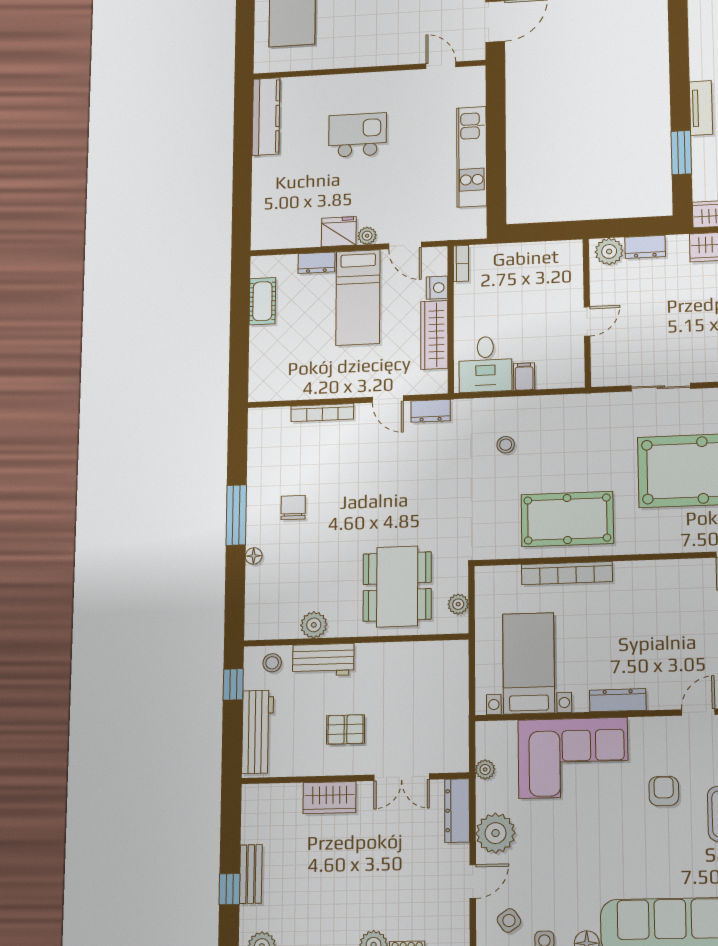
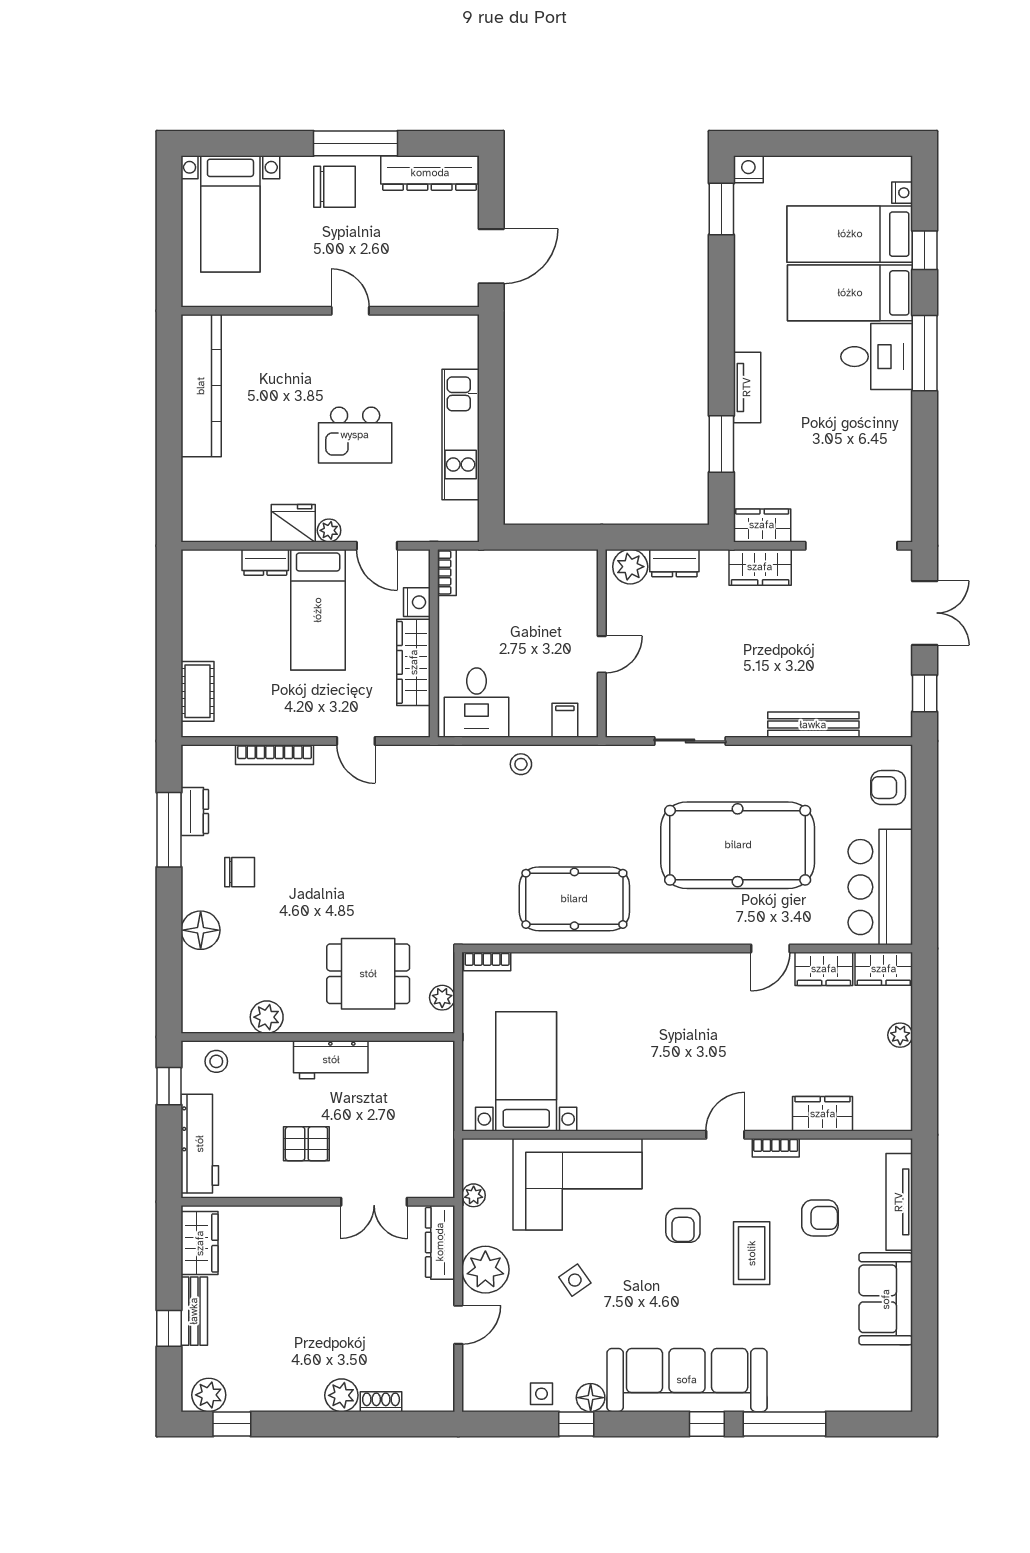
door: (441, 65) -> (350, 311), moved
kitchen counter: (266, 117) -> (201, 386), width x1.39, depth x1.17
kitchen island: (358, 135) -> (355, 435), moved, turned 180
cot: (262, 301) -> (198, 691), moved
filing cabinet: (524, 377) -> (565, 720), moved
dresser: (431, 411) -> (195, 811), moved, turned -90
stool: (506, 445) -> (521, 764), moved
chair: (293, 508) -> (240, 872), turned 90
window: (236, 515) -> (169, 830), moved
floor lamp: (254, 556) -> (201, 930), width x1.89, depth x1.89
bookcase: (567, 573) -> (487, 962), moved, width x0.43, depth x0.76
dining table: (397, 586) -> (368, 974), width x0.73
workbench: (323, 660) -> (331, 1060), moved
dresser: (618, 700) -> (631, 1118), removed
armchair: (664, 791) -> (683, 1225), turned 180
wardrobe: (329, 798) -> (200, 1243), moved, turned -90
side table: (509, 921) -> (575, 1280), moved

